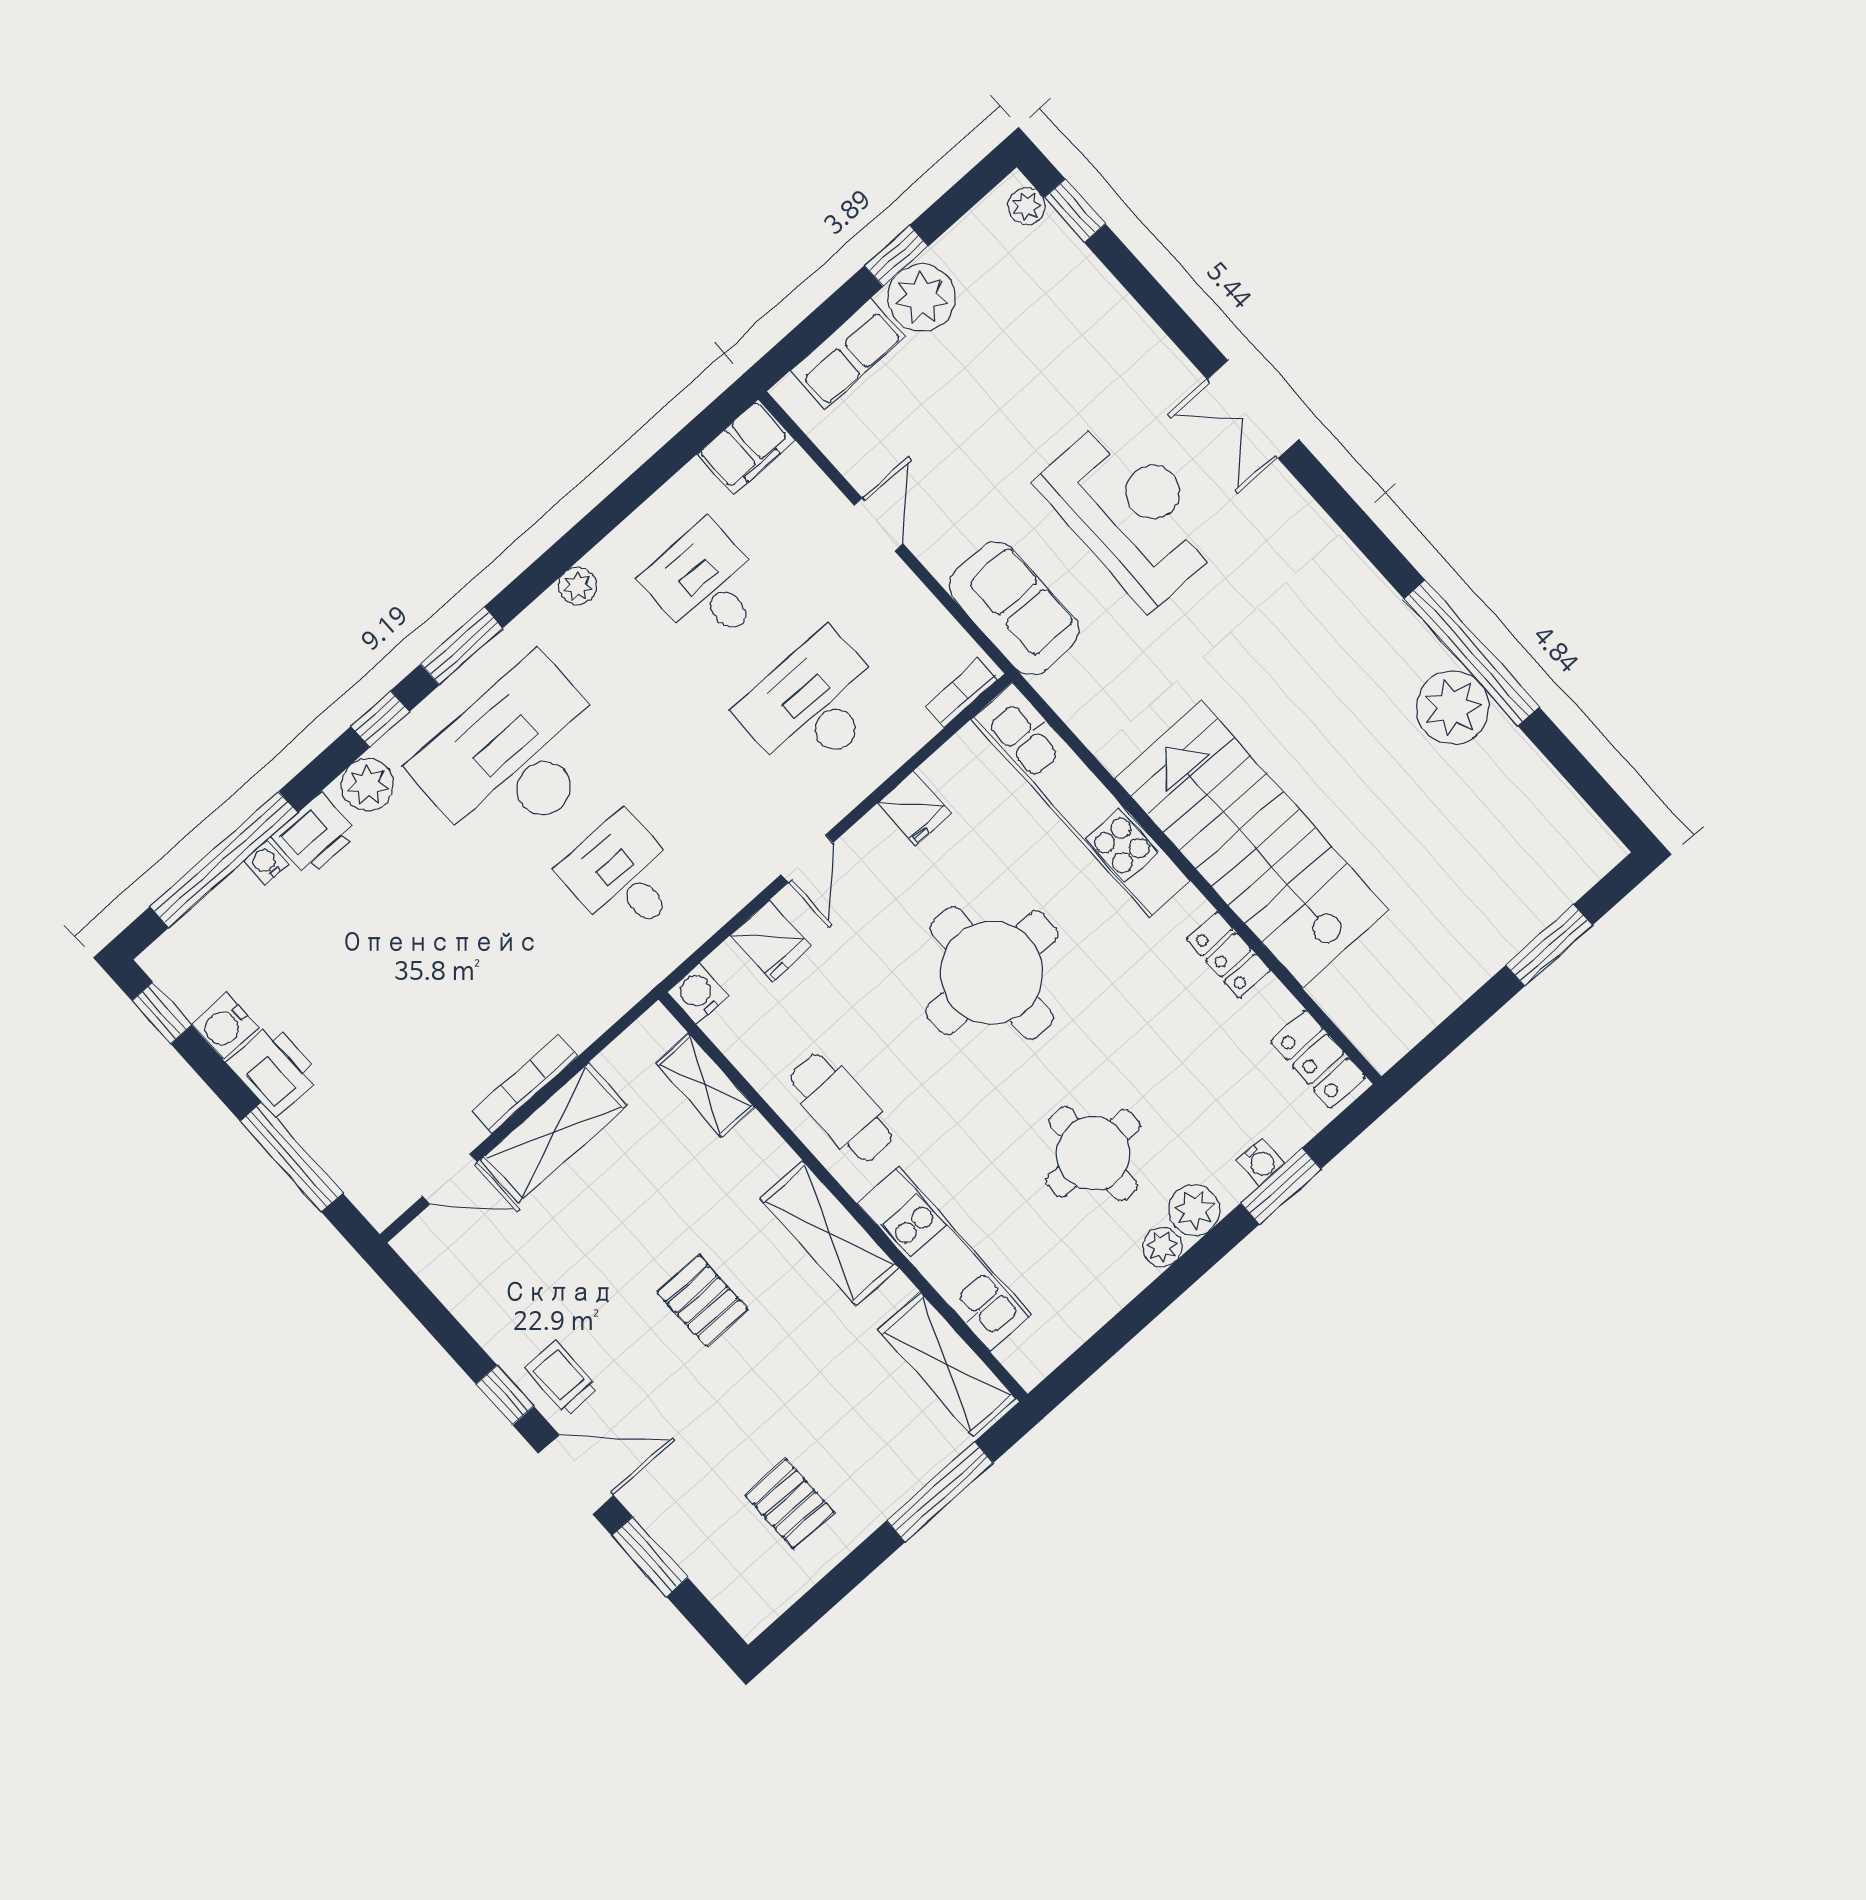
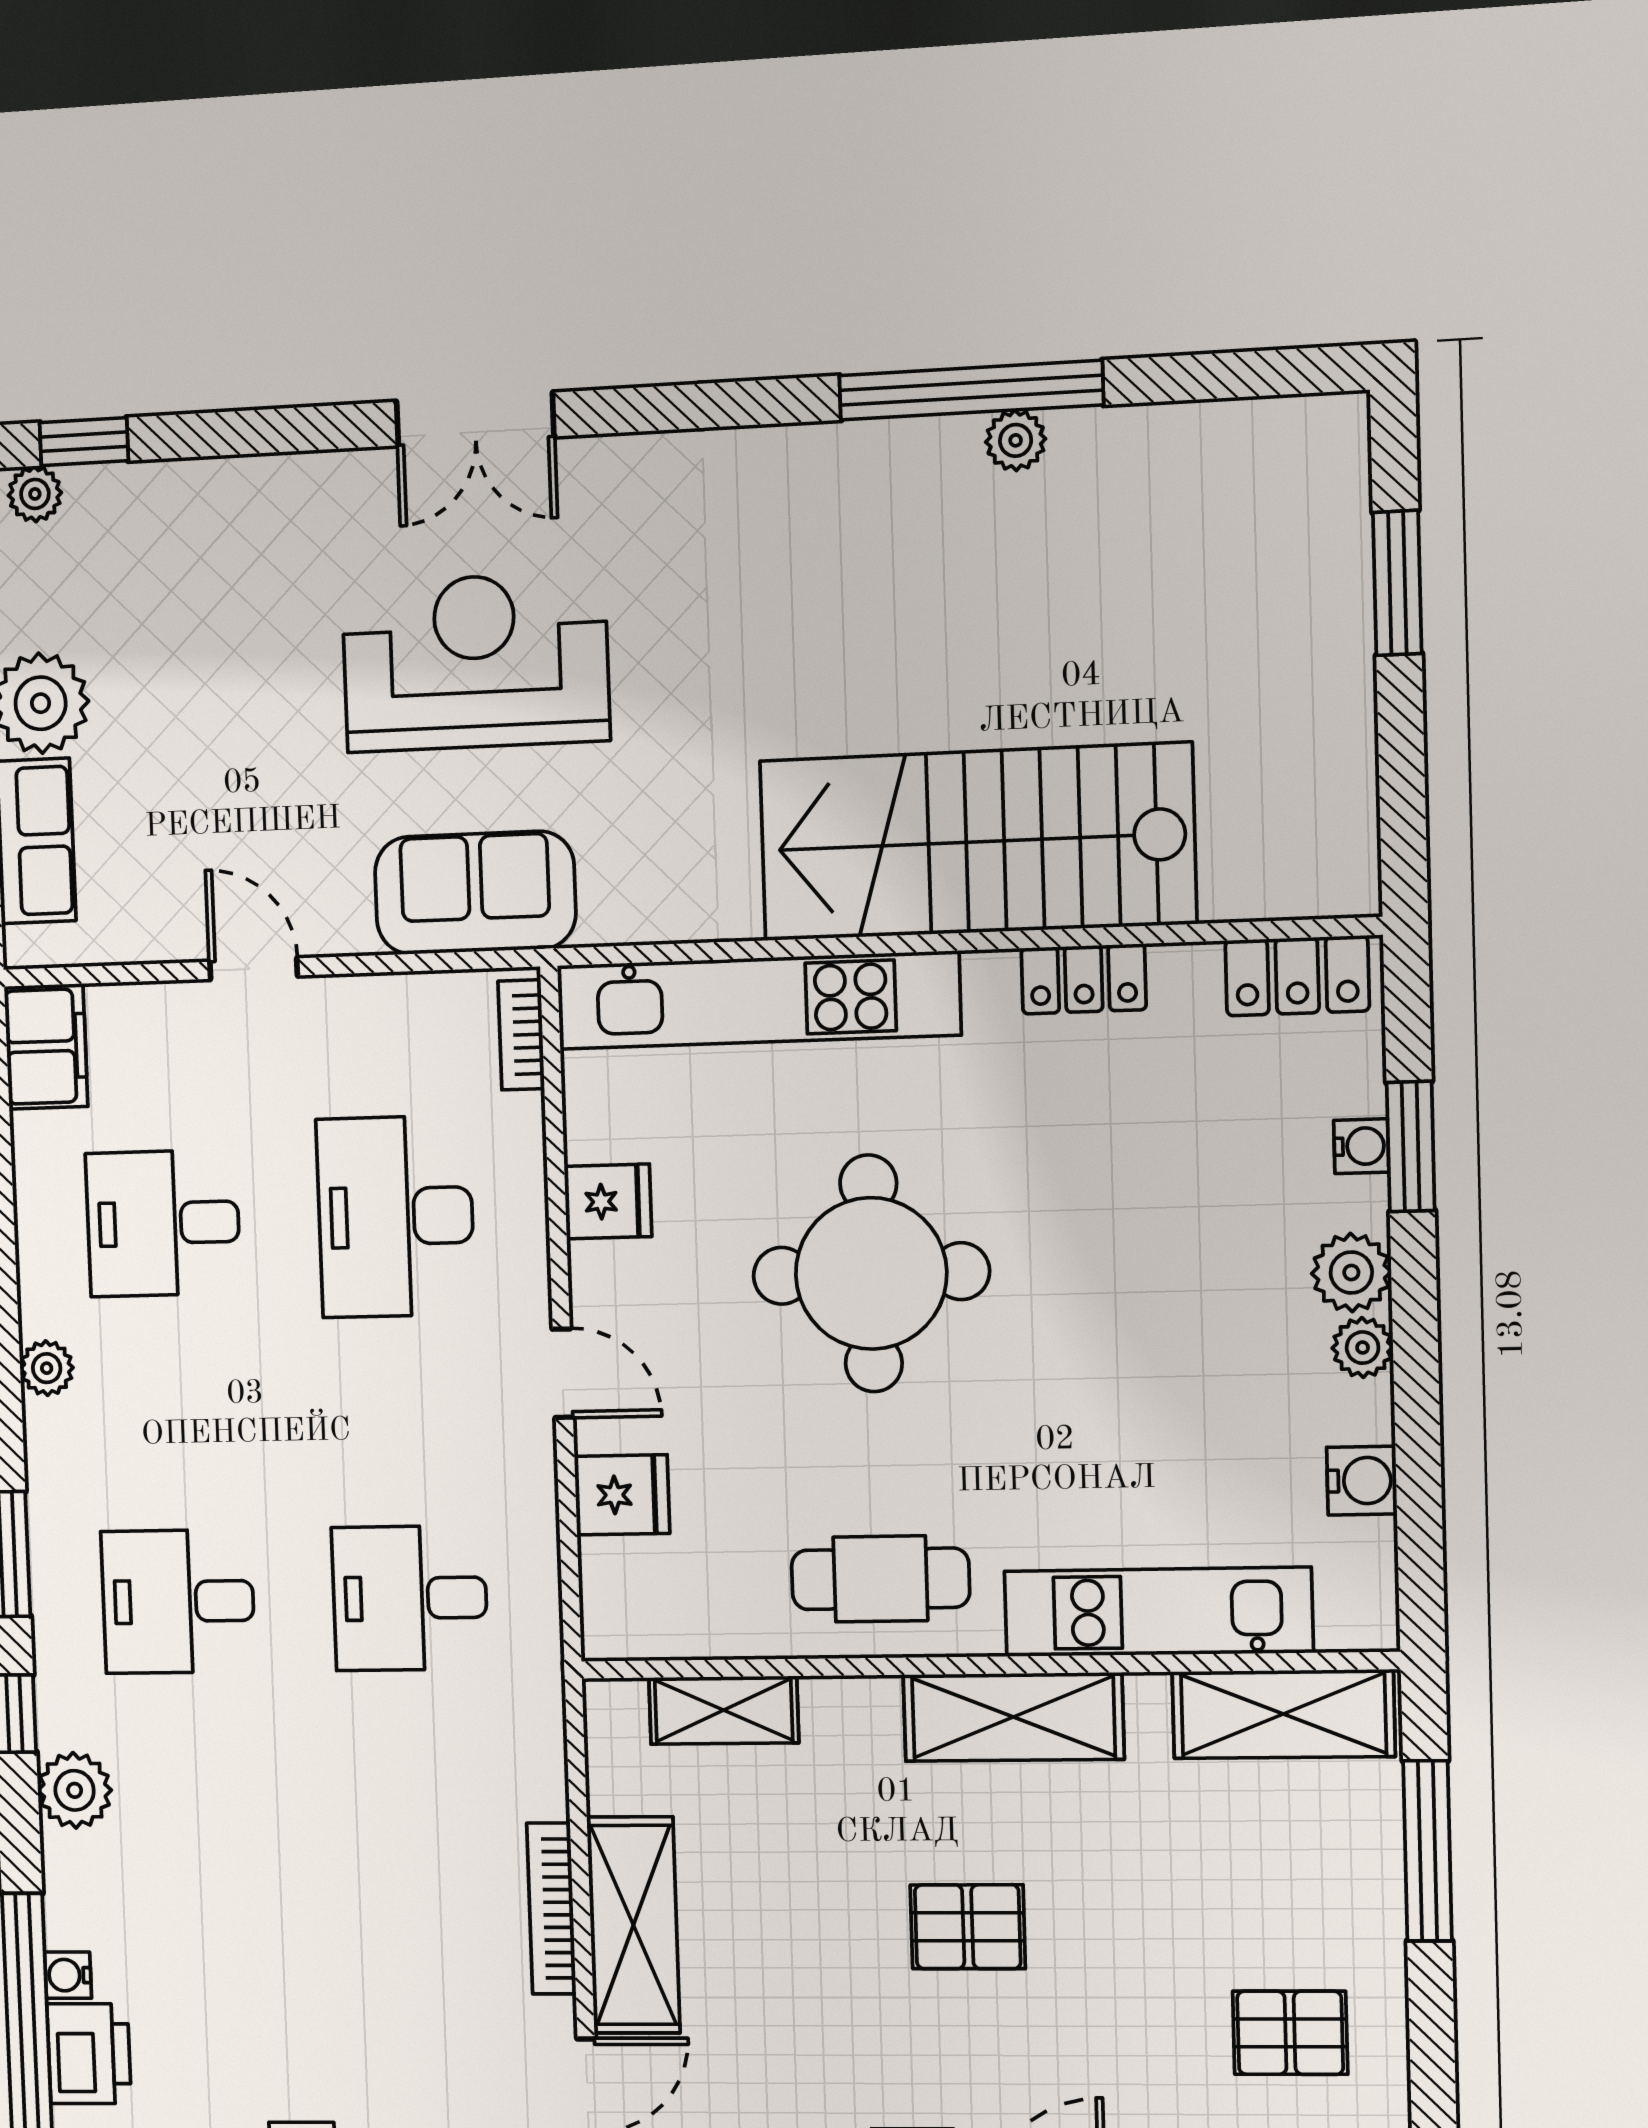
plant: (1453, 708) -> (1016, 440), width x0.53, depth x0.53
desk: (515, 757) -> (178, 1601), width x0.53, depth x0.77
printer: (315, 835) -> (89, 2054), moved
water cooler: (698, 994) -> (1362, 1481), moved, turned 180
round table: (1093, 1153) -> (1182, 1335), removed

